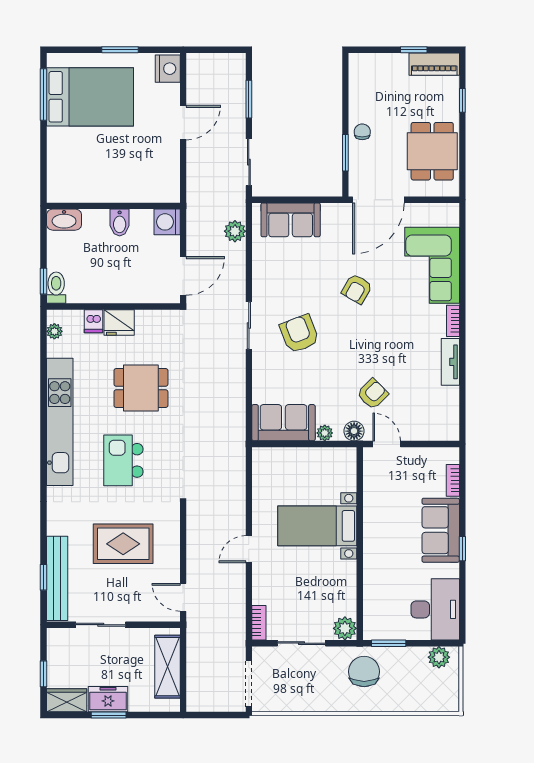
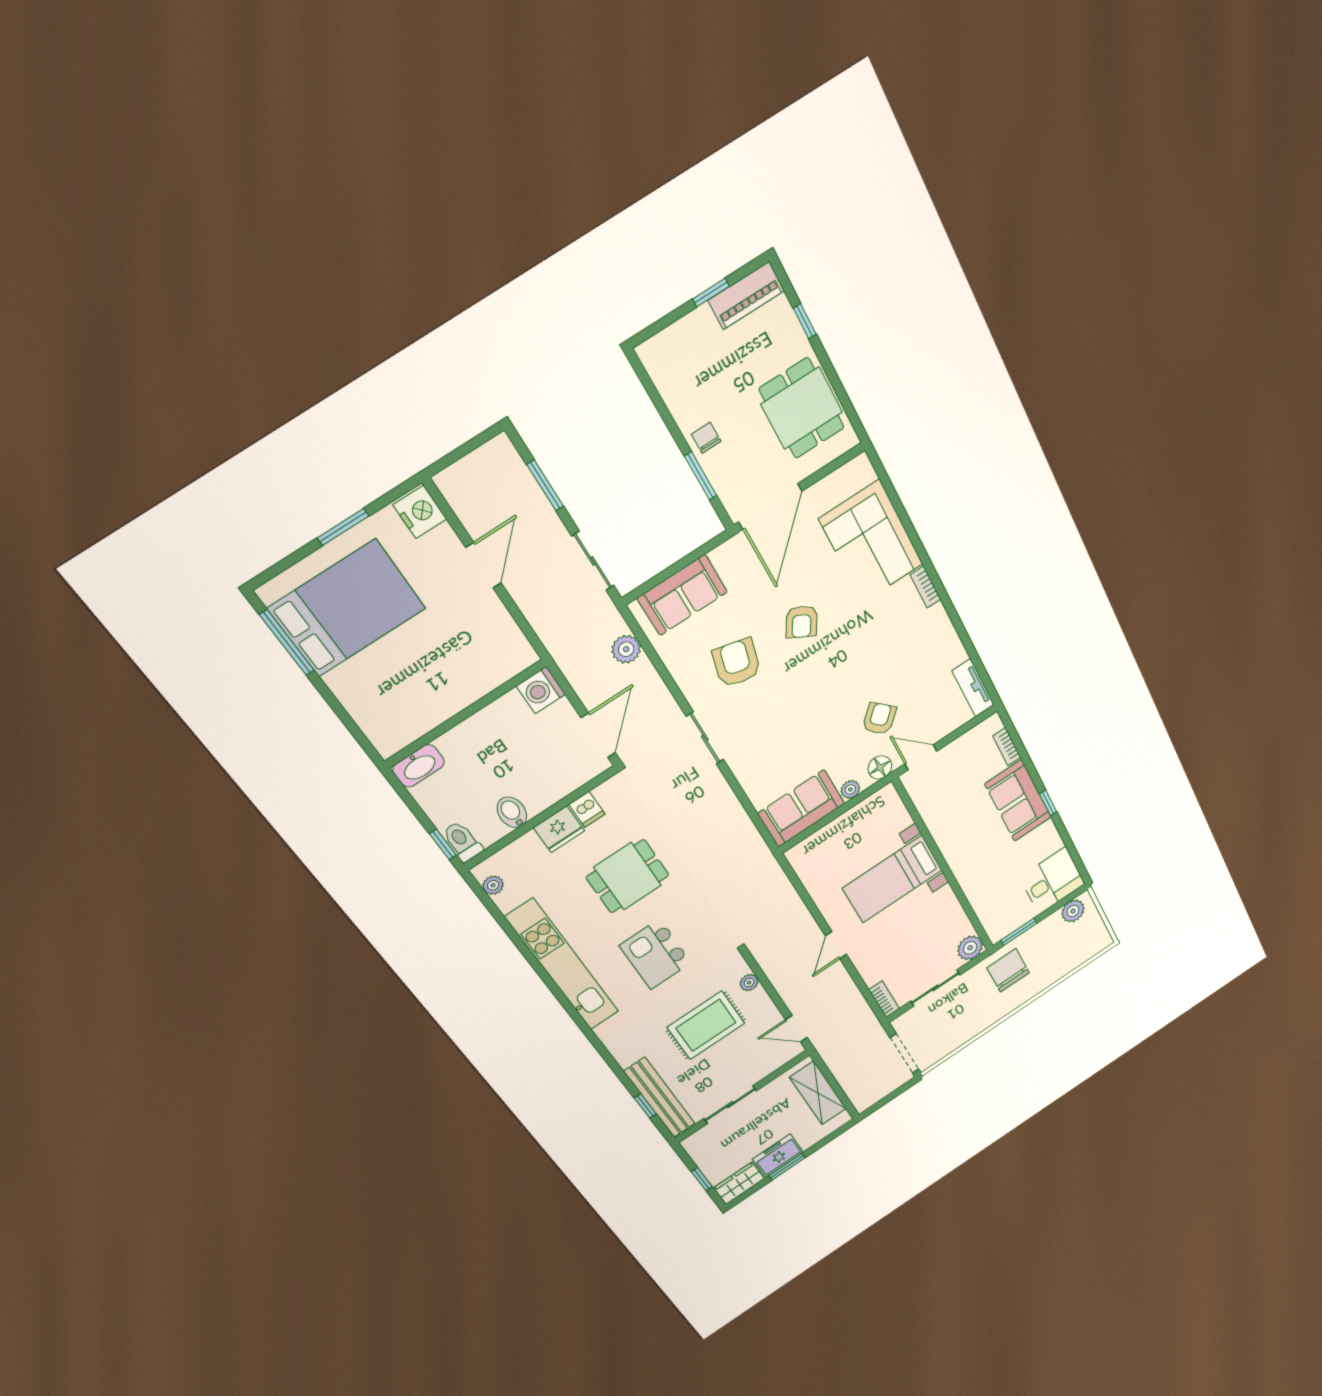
bidet: (120, 222) -> (512, 812), moved, turned 180
dishwasher: (94, 321) -> (587, 809), moved
armchair: (299, 334) -> (737, 663), moved, turned 35
tv unit: (450, 362) -> (973, 688), moved
plant: (172, 532) -> (749, 983), added
desk: (435, 609) -> (1052, 881), width x0.73

